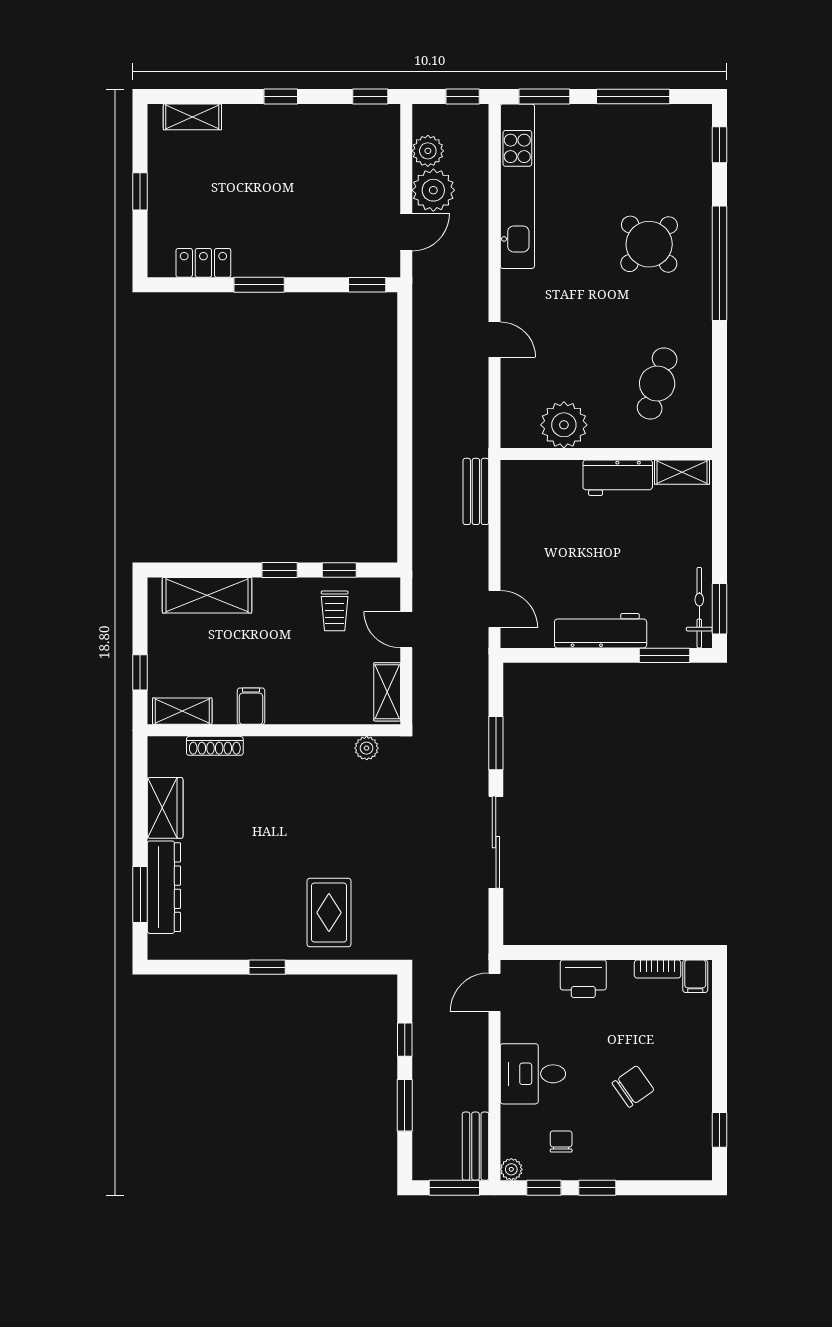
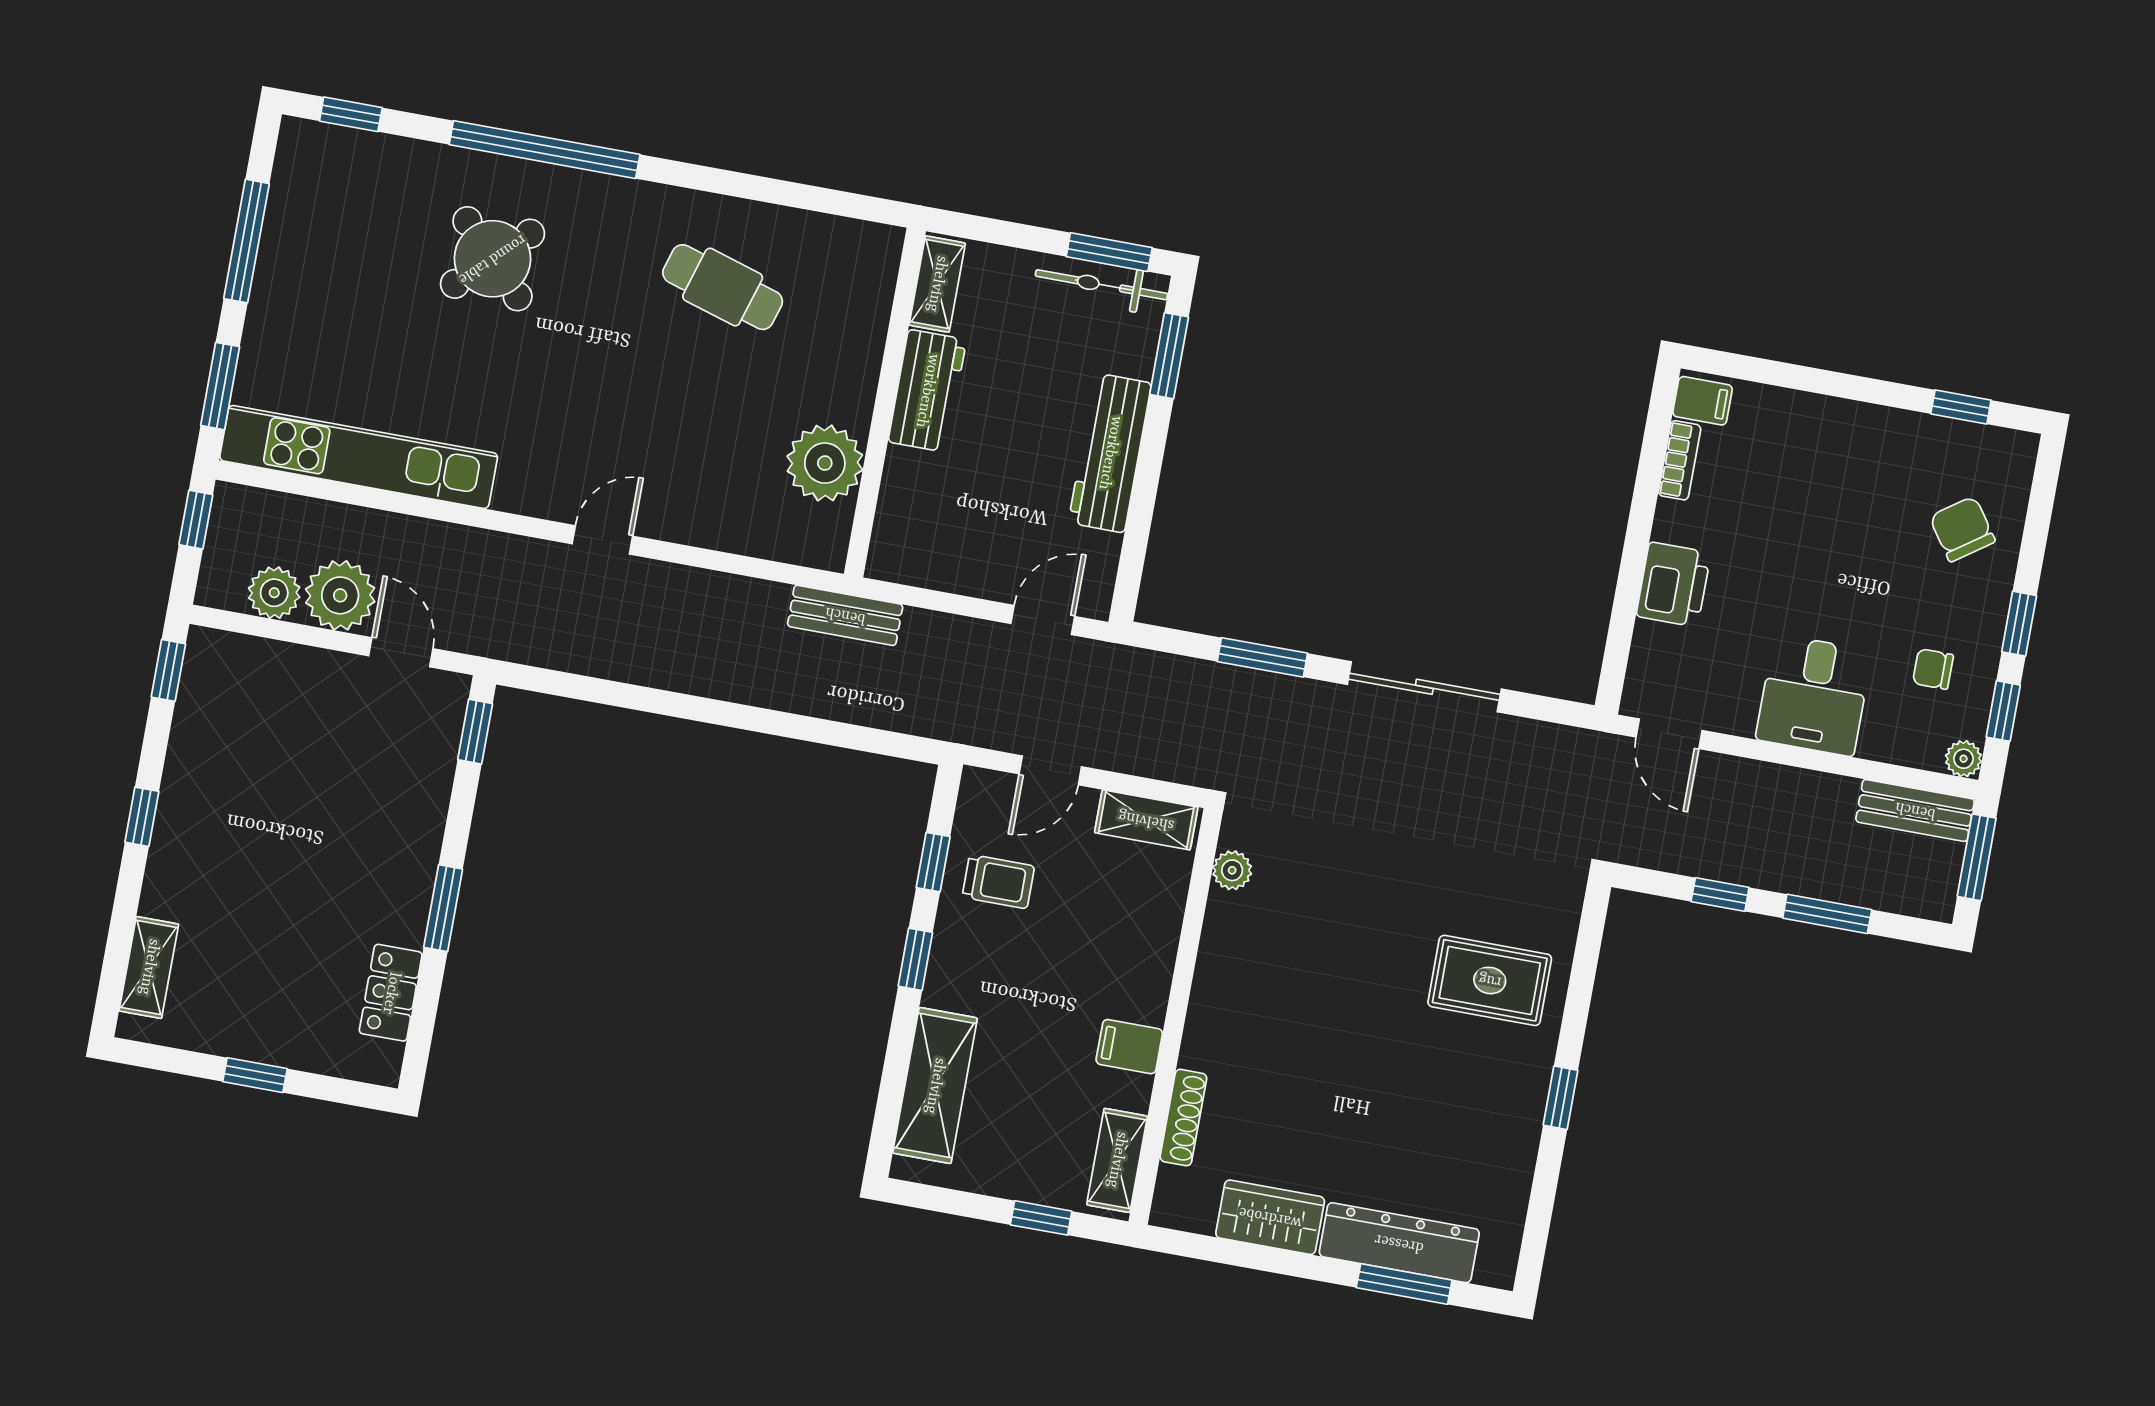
plant: (564, 425) -> (825, 463), moved
wall: (606, 454) -> (885, 403), moved
shelving: (682, 472) -> (937, 284), moved
workbench: (618, 478) -> (927, 391), moved
chair: (633, 1086) -> (1962, 529), moved

